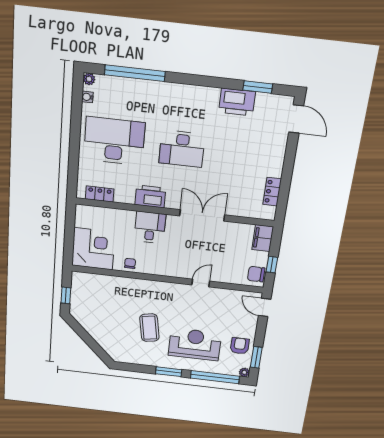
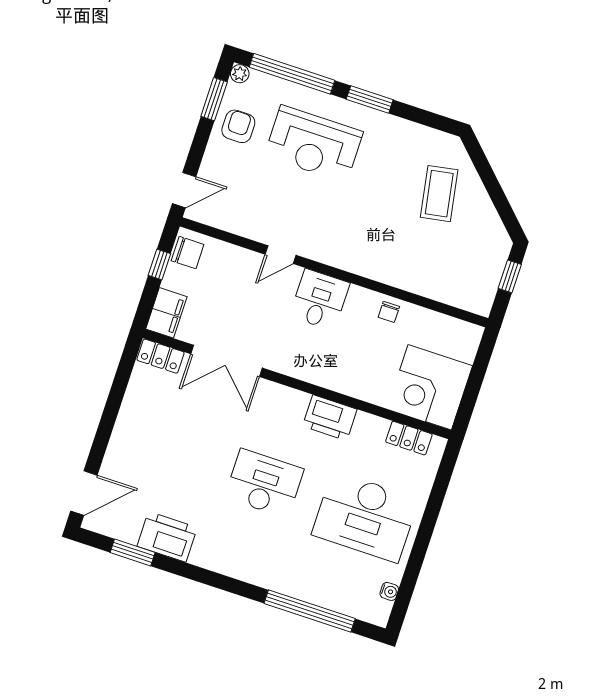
plant: (89, 79) -> (380, 617), removed
door: (296, 119) -> (84, 493), swing flipped
locker: (272, 192) -> (161, 356), moved, turned 90
double door: (202, 215) -> (227, 361), moved
desk: (150, 227) -> (320, 300), moved, turned 180
corner desk: (93, 249) -> (430, 387), moved
door: (265, 307) -> (184, 190), hinge flipped
coffee table: (149, 328) -> (439, 194), moved
armchair: (240, 346) -> (238, 126), turned 180

